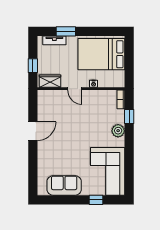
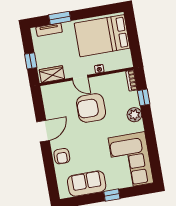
armchair: (80, 118) -> (91, 108), added
armchair: (46, 157) -> (62, 156), added
window: (96, 200) -> (112, 195), moved

